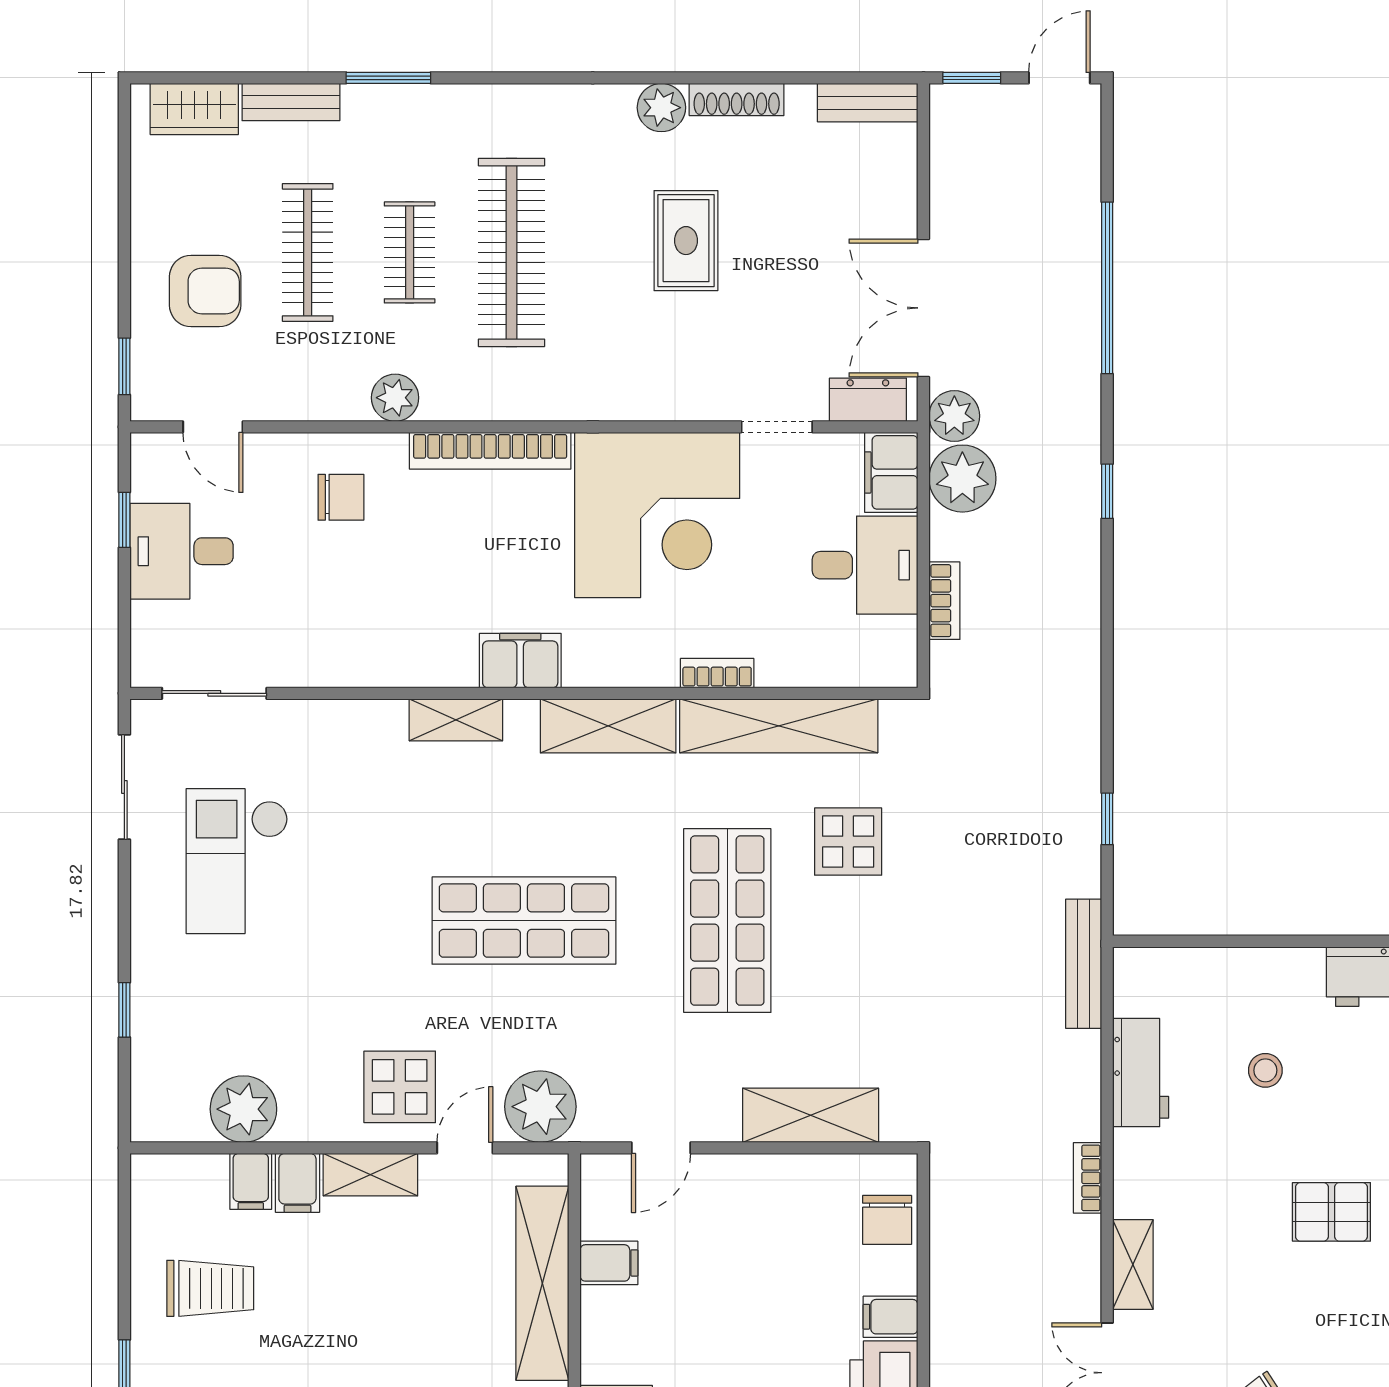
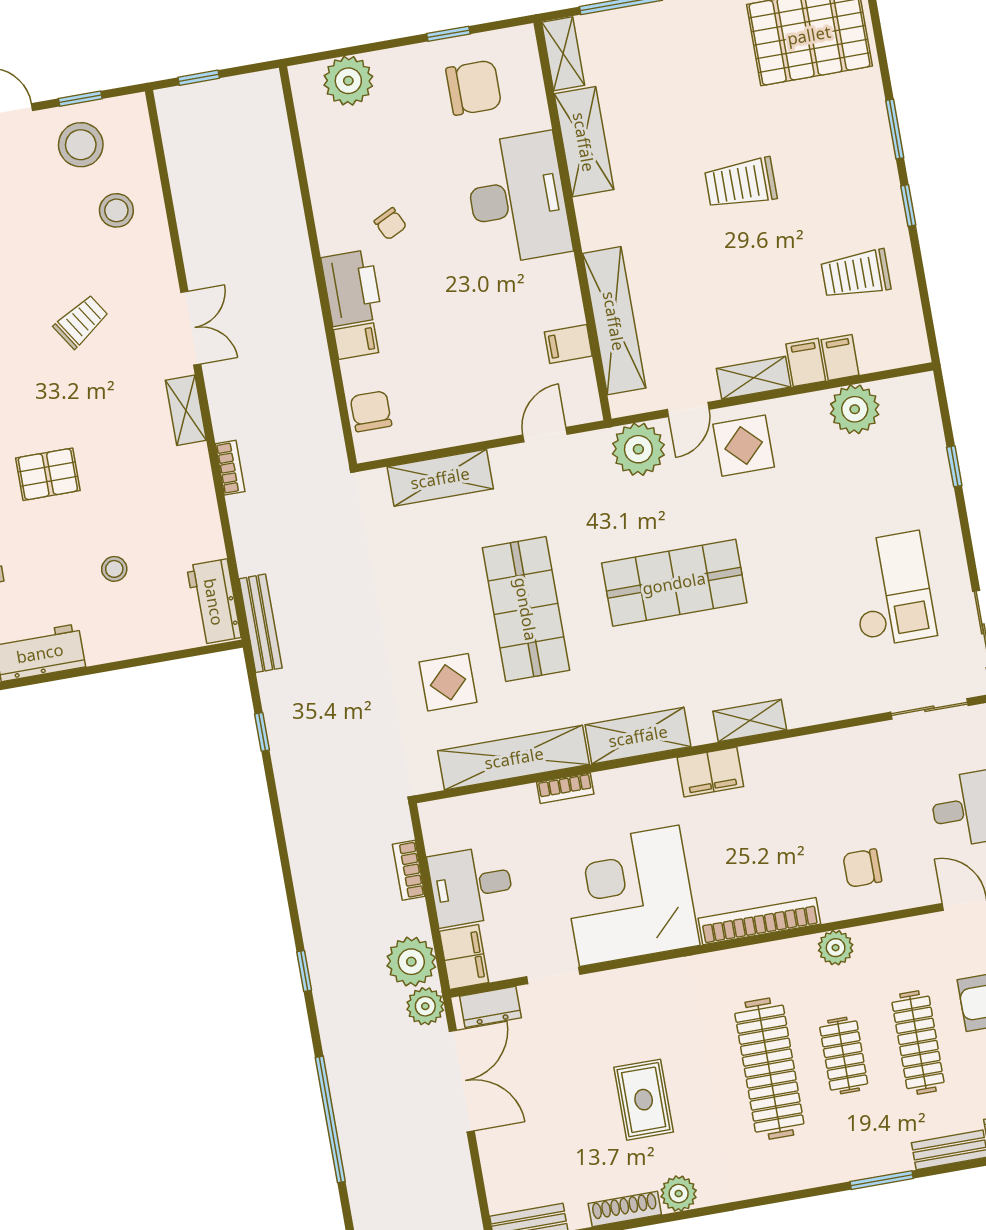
workbench: (1141, 1073) -> (214, 602), moved

